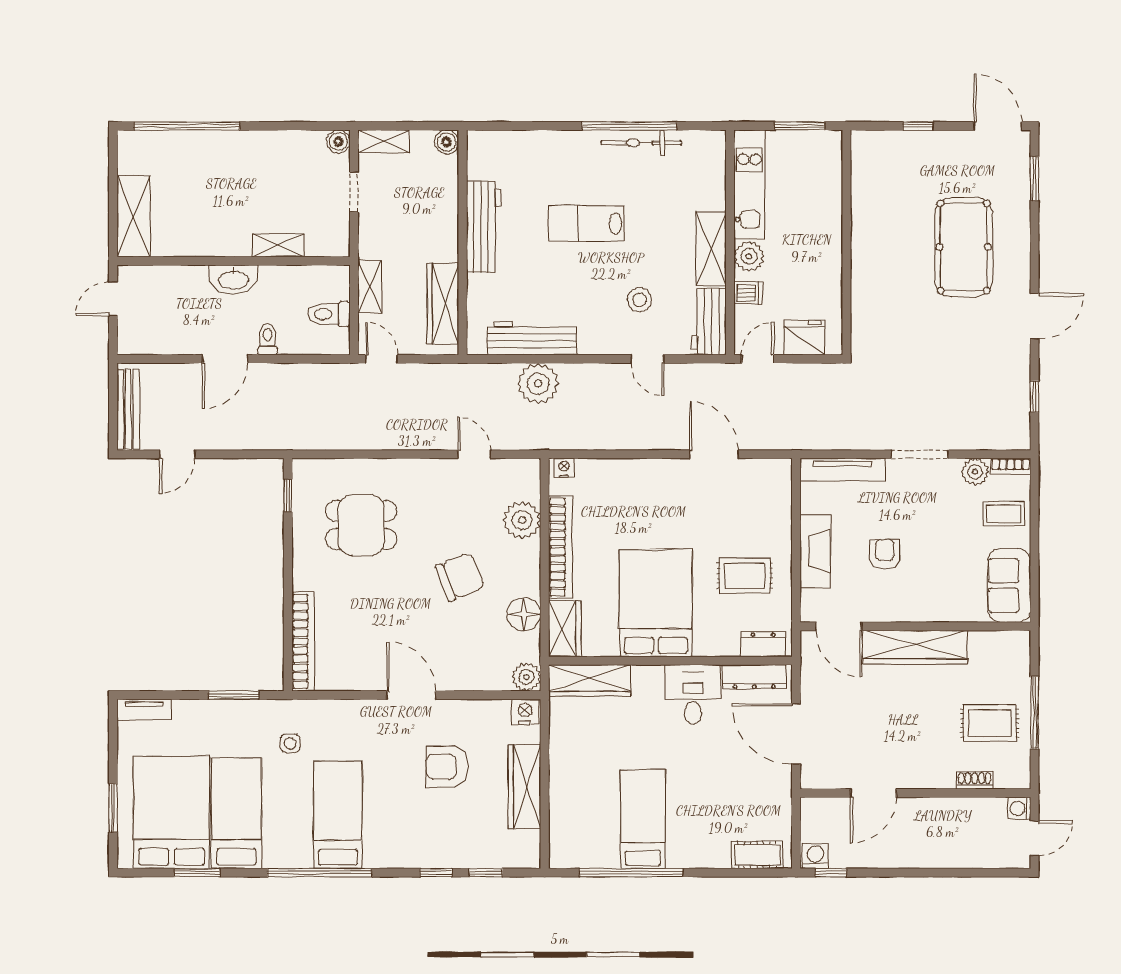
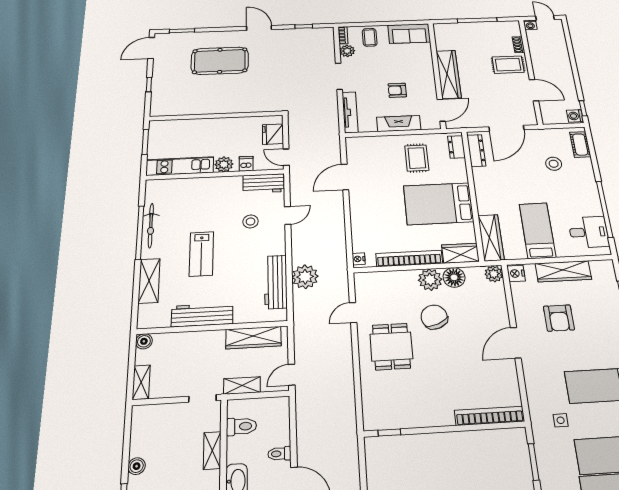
boiler: (338, 142) -> (137, 466), moved
doorway: (354, 192) -> (202, 398), moved
shelving: (711, 249) -> (149, 281), moved, turned 90
toilet: (329, 314) -> (241, 426), moved, turned -90
plant: (522, 520) -> (430, 280), moved
dining table: (361, 525) -> (391, 347), moved
desk: (693, 694) -> (589, 232), moved, turned 180
rug: (990, 723) -> (508, 65), moved, turned 90
stool: (722, 803) -> (554, 164), added
bed: (643, 819) -> (537, 231), moved, turned 90

